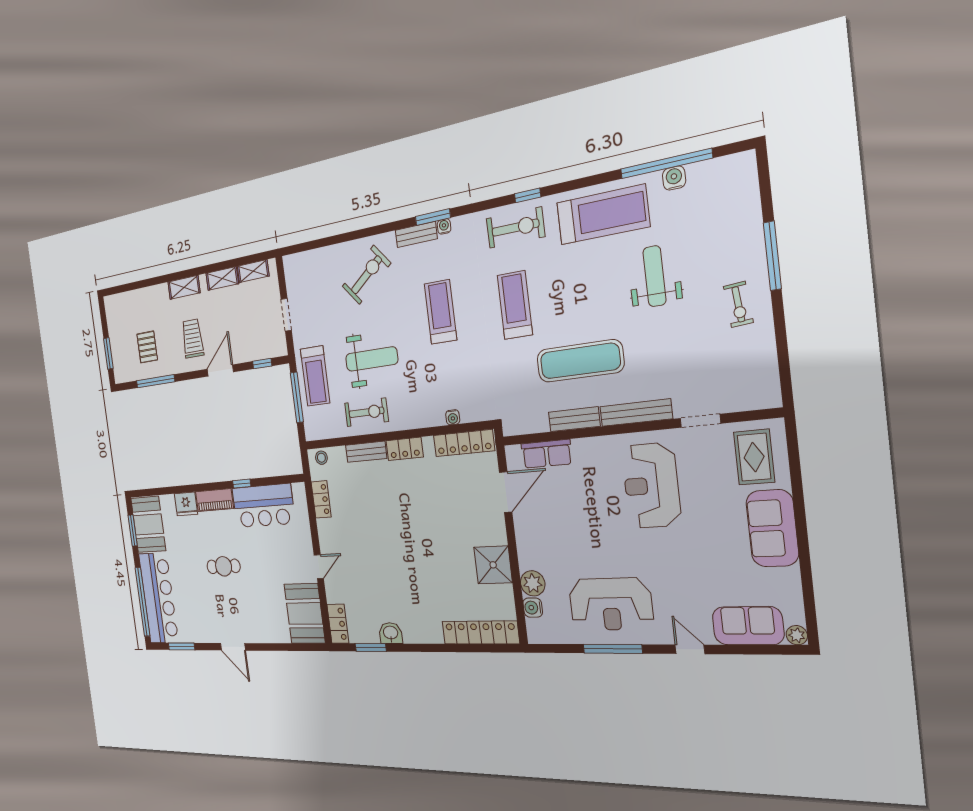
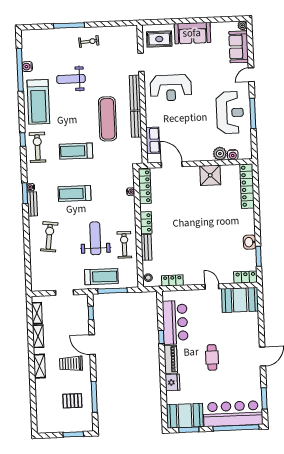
treadmill: (603, 215) -> (38, 102), turned 180
exercise bike: (366, 275) -> (49, 237), turned 46

